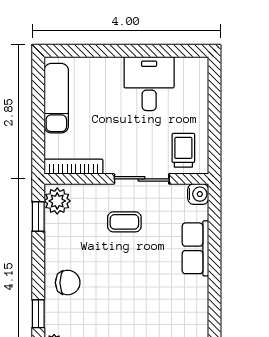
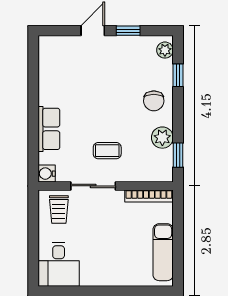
desk: (149, 84) -> (59, 264), moved
plant: (57, 201) -> (162, 138), moved
chair: (68, 283) -> (154, 101), turned -90

